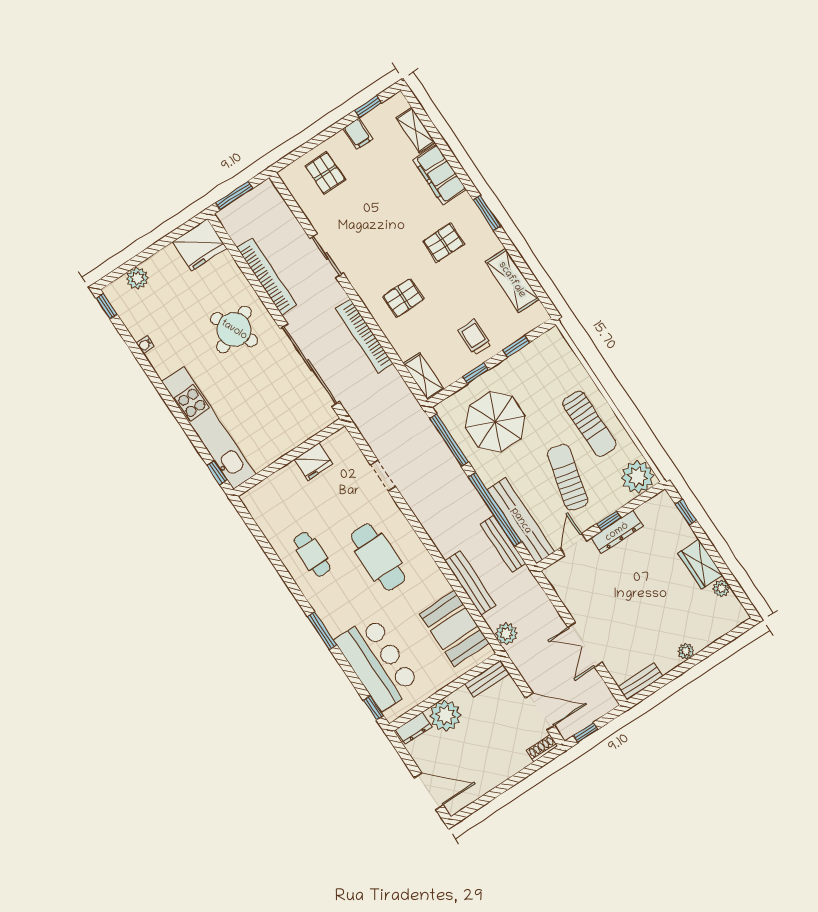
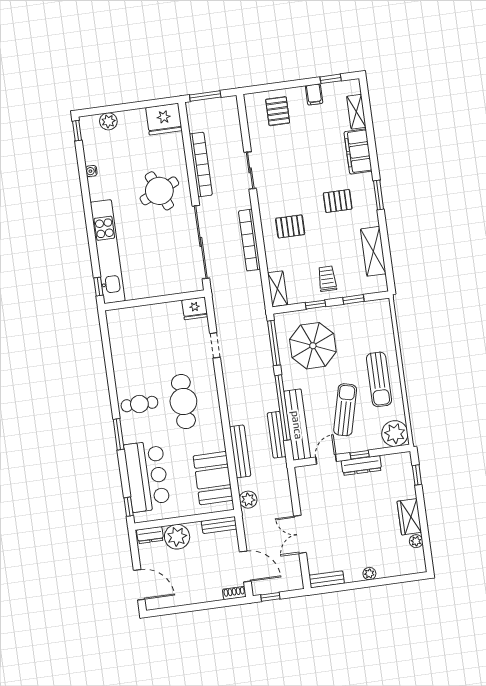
fridge: (314, 462) -> (195, 308), moved
cafe table: (312, 554) -> (139, 404), moved, turned 90

